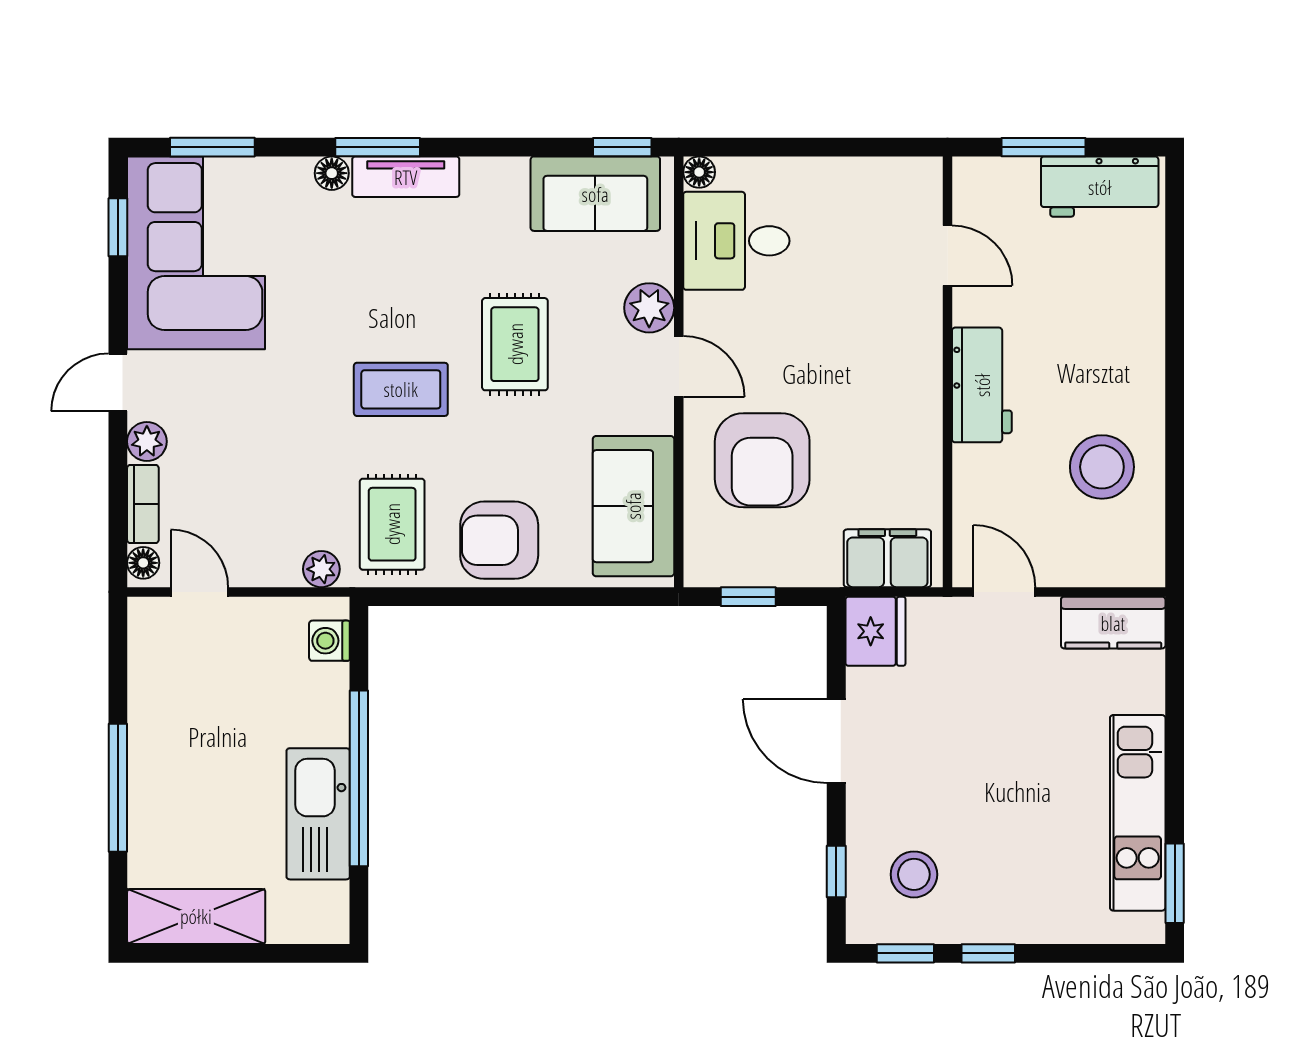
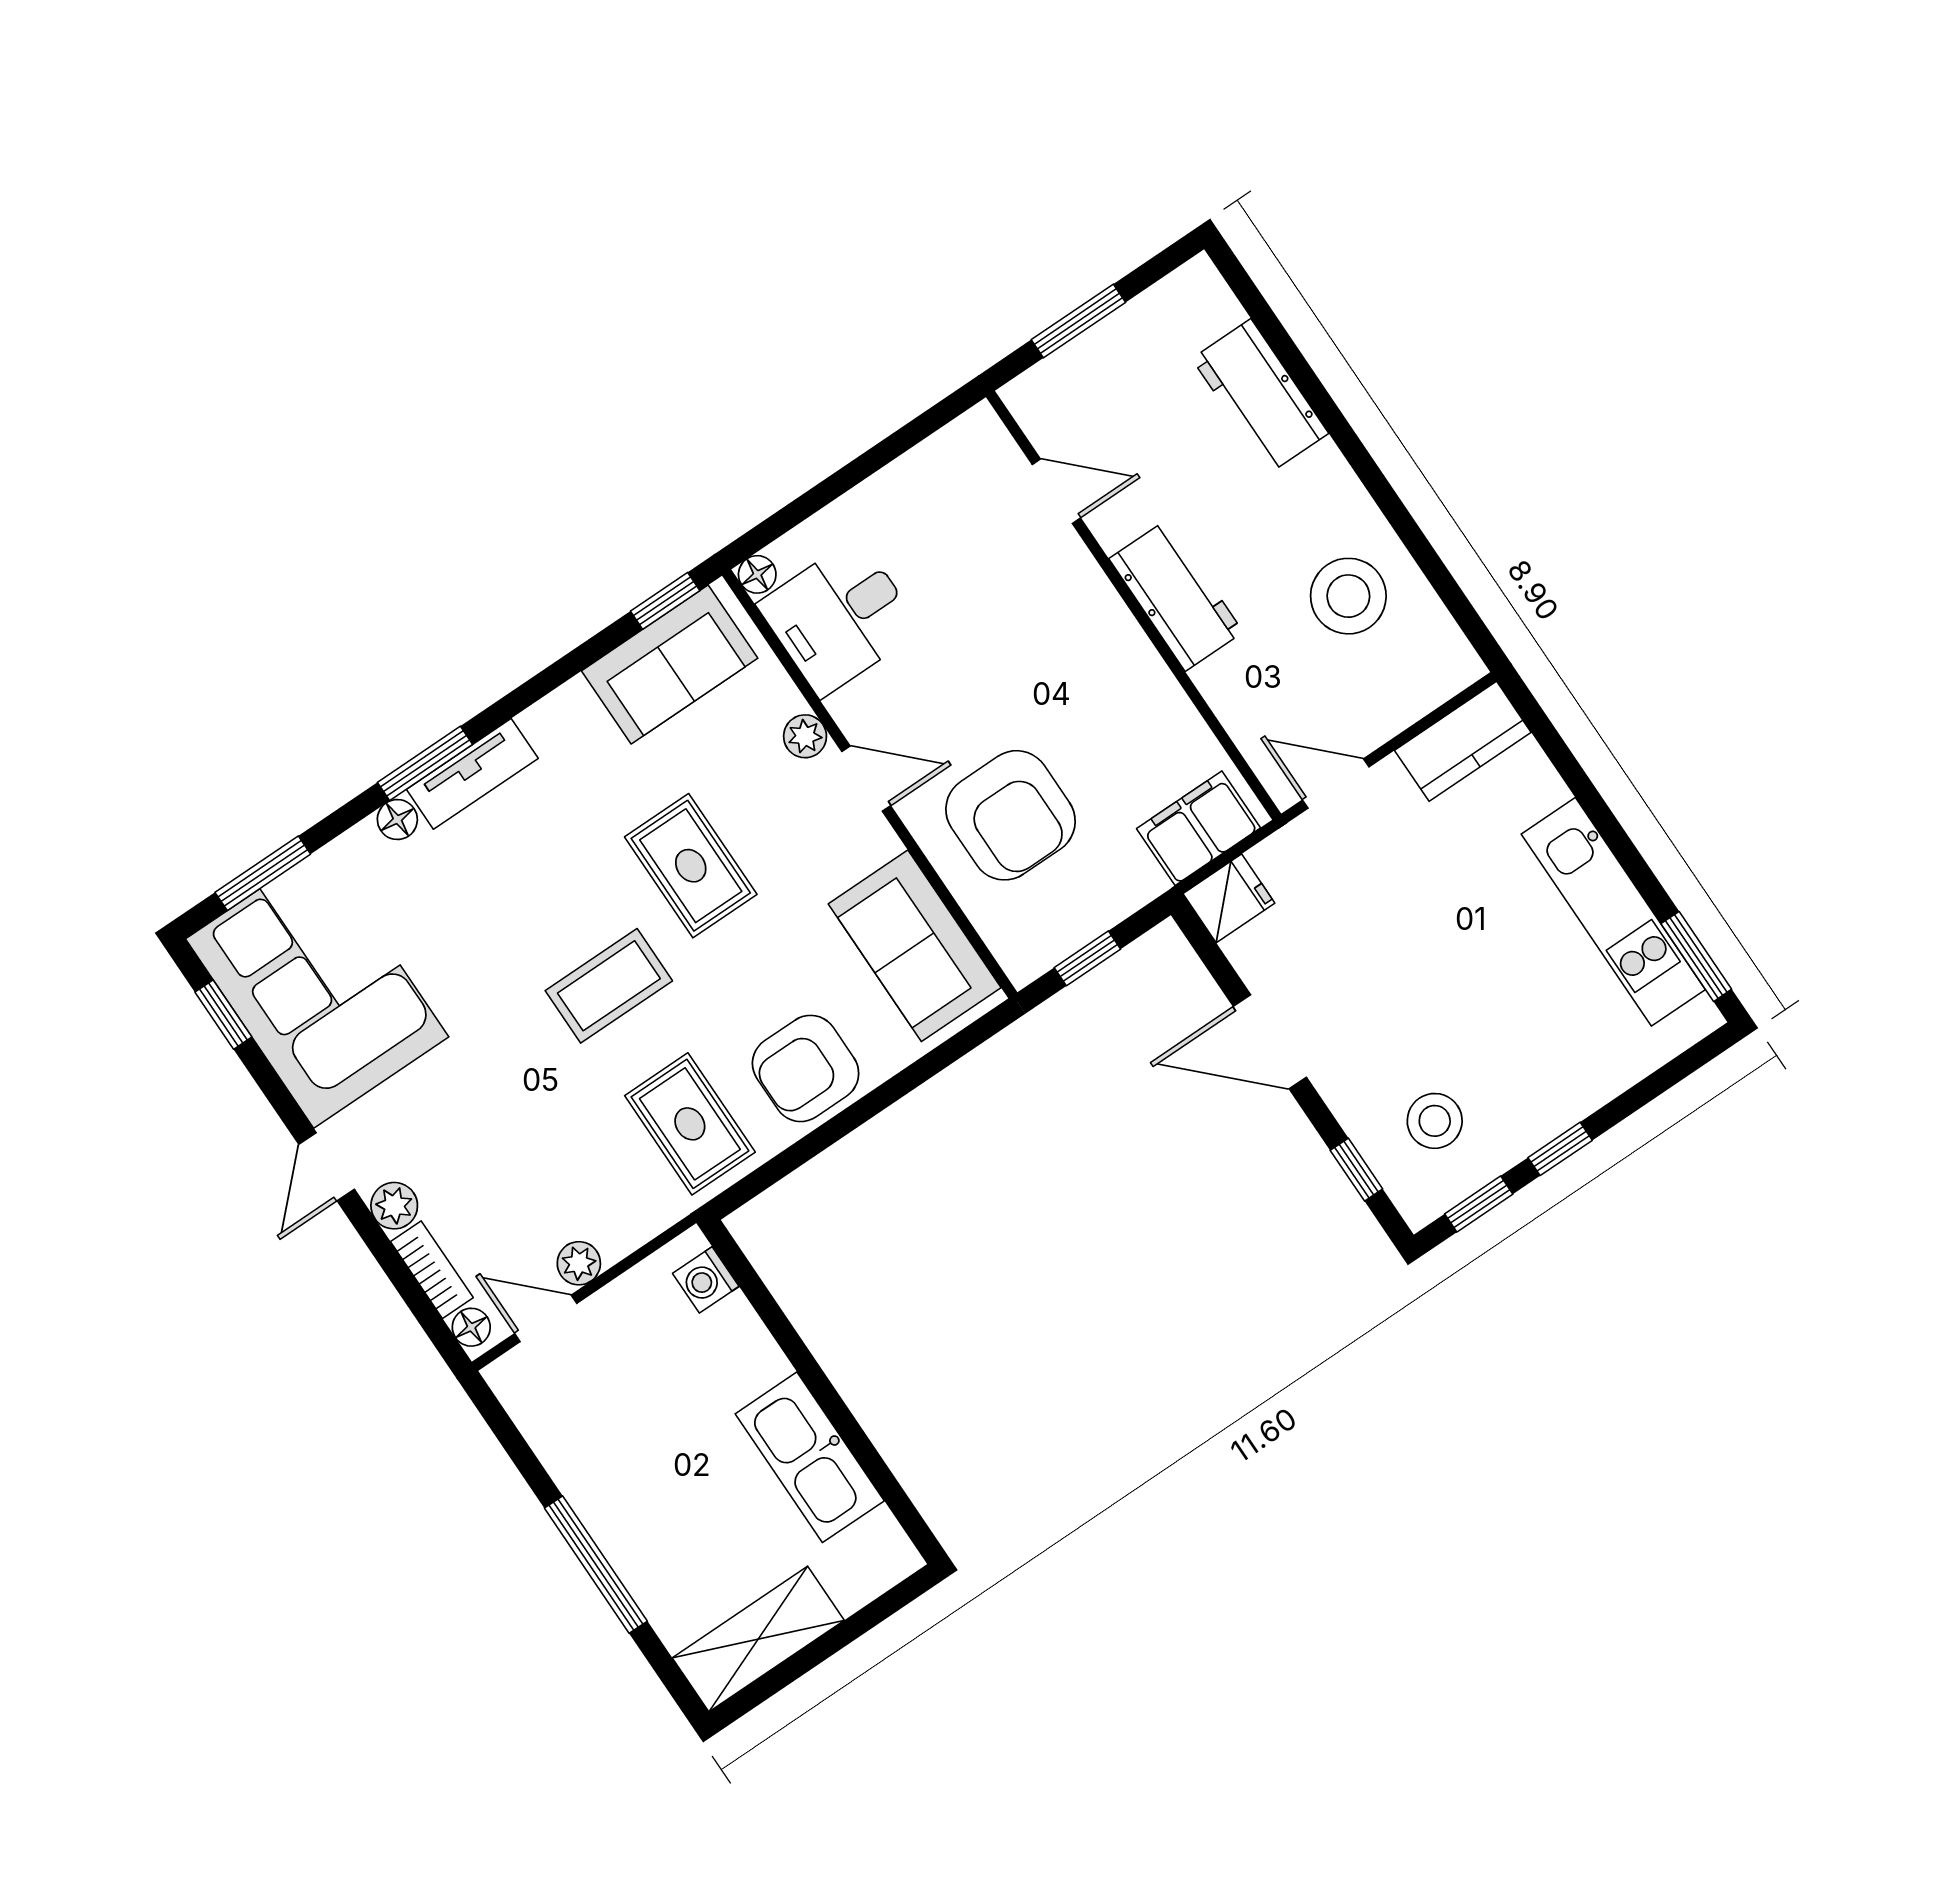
workbench: (1100, 187) -> (1260, 396), moved, turned 90
plant: (649, 308) -> (805, 736), width x0.73, depth x0.73
plant: (321, 569) -> (579, 1263), moved
fridge: (875, 631) -> (1229, 898), width x0.72
window: (359, 778) -> (826, 1395), removed

